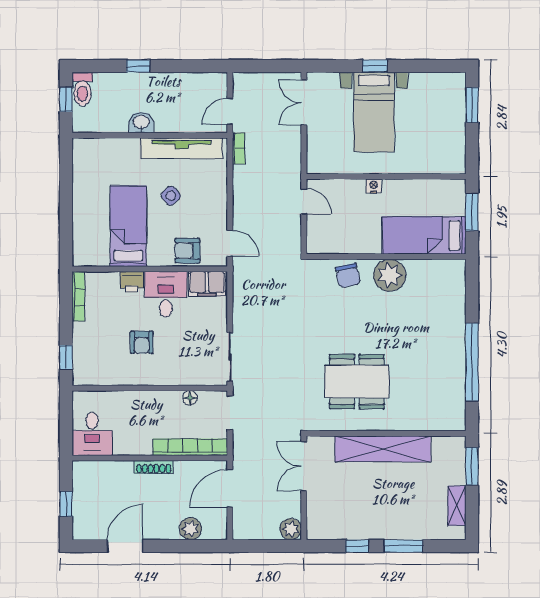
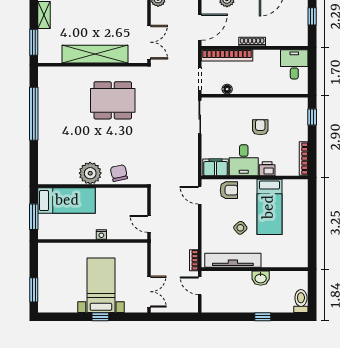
window: (66, 99) -> (312, 294), removed
door: (230, 111) -> (200, 286), swing flipped

